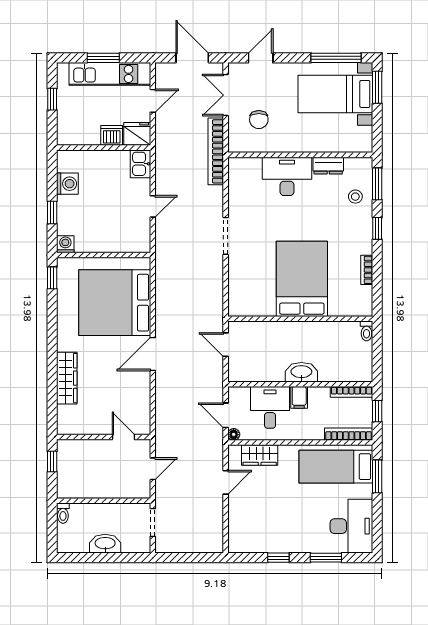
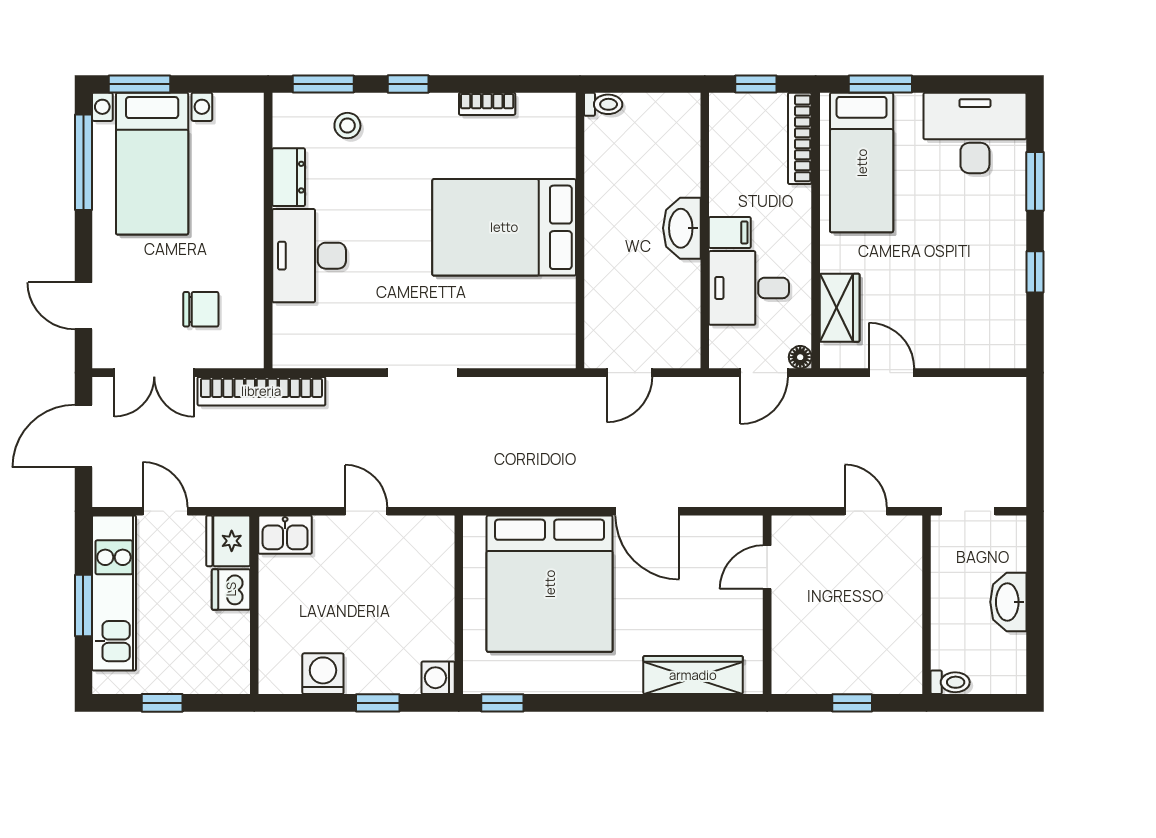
bookcase: (351, 392) -> (719, 133), removed
wall: (104, 437) -> (767, 605), moved
door: (123, 437) -> (767, 567), moved

